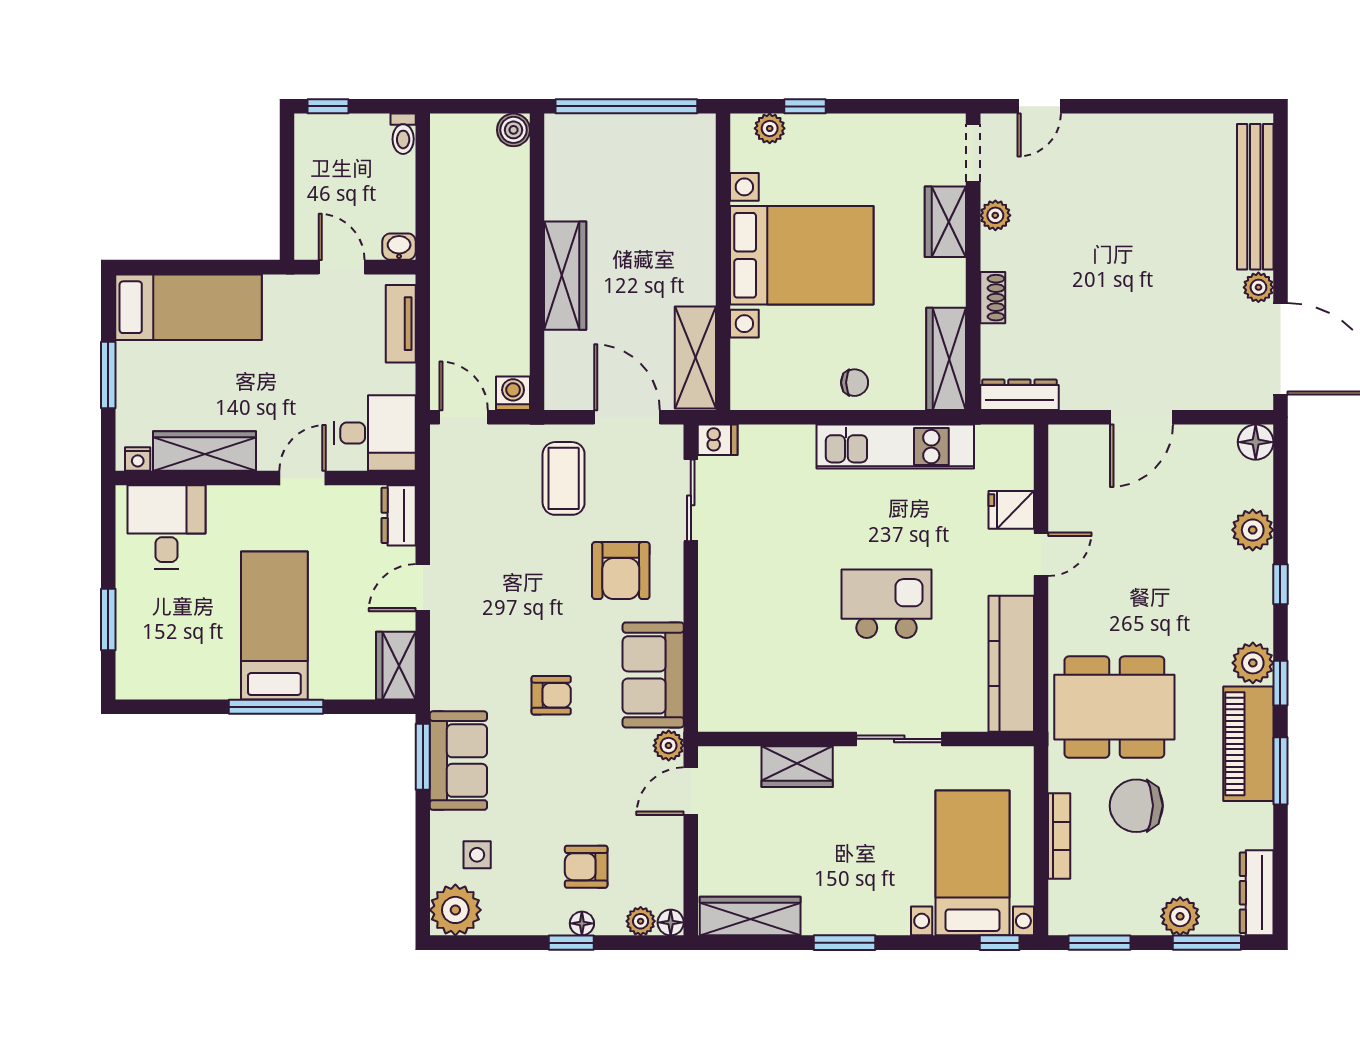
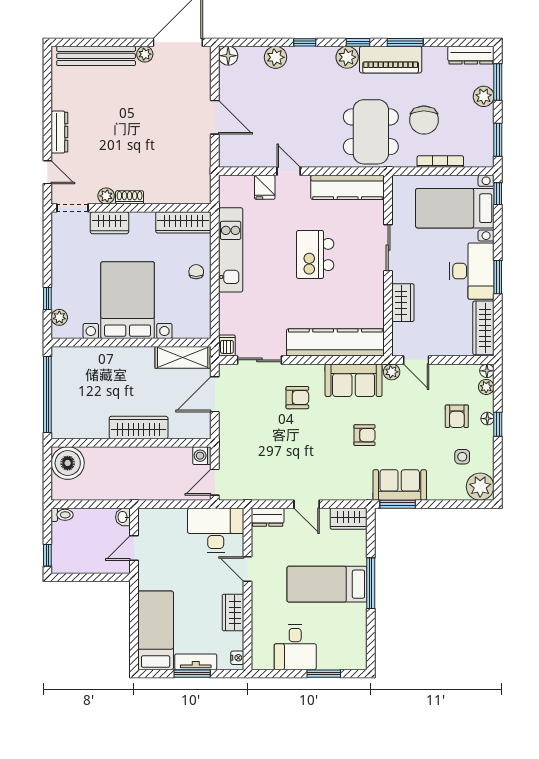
boiler: (514, 130) -> (68, 463), width x1.86, depth x1.86
shoe rack: (993, 298) -> (130, 197), moved
tv unit: (401, 324) -> (196, 662), moved, turned 180
dresser: (1019, 395) -> (59, 132), moved, turned 180
desk: (375, 433) -> (216, 530), width x1.37
wardrobe: (205, 451) -> (233, 613), width x0.67
coffee table: (564, 478) -> (248, 428), removed
desk: (167, 527) -> (295, 647), moved, turned -90
armchair: (621, 571) -> (297, 398), width x0.72, depth x0.72
kitchen counter: (723, 641) -> (335, 342), added
armchair: (551, 695) -> (365, 435), turned 90
side table: (477, 855) -> (462, 457), moved
desk: (856, 894) -> (472, 271), added

